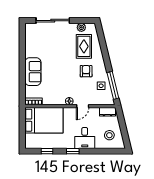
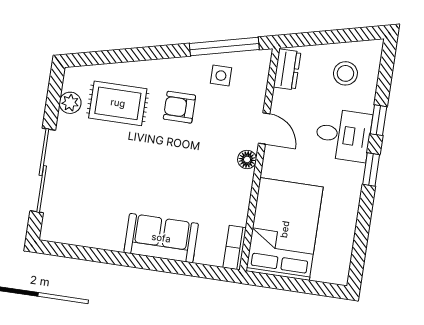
window: (47, 151) -> (378, 120), moved

